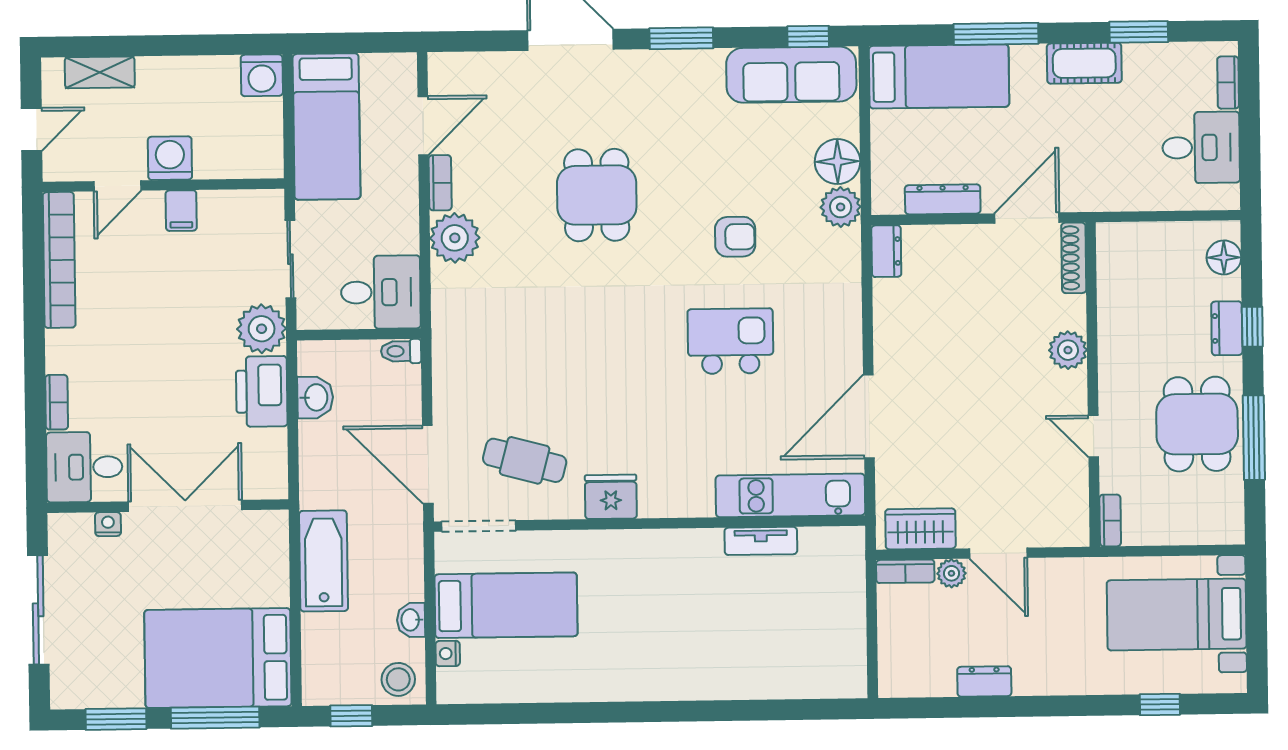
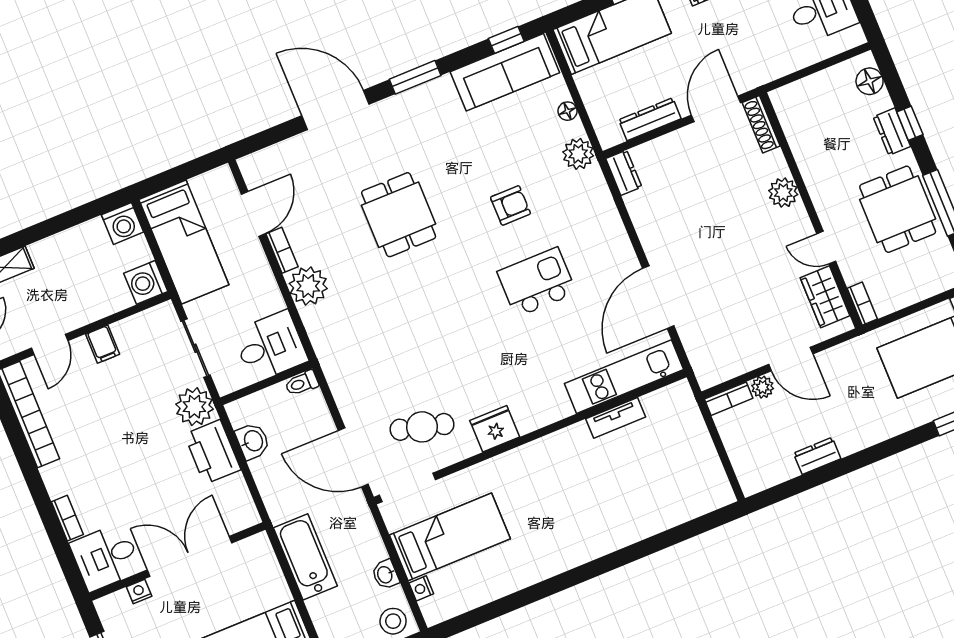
washing machine: (170, 158) -> (146, 282), moved, turned -90
floor lamp: (837, 161) -> (568, 111), width x0.53, depth x0.53
wardrobe: (920, 529) -> (825, 297), moved, turned -90

